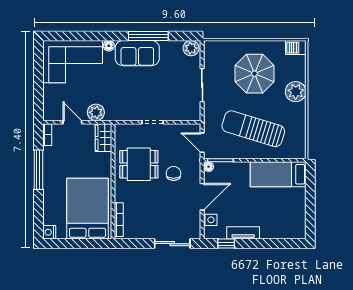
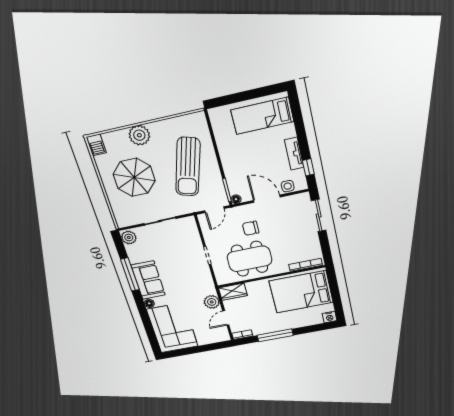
dining table: (139, 164) -> (250, 259), width x1.38
bed: (278, 174) -> (262, 116), moved, turned 90

